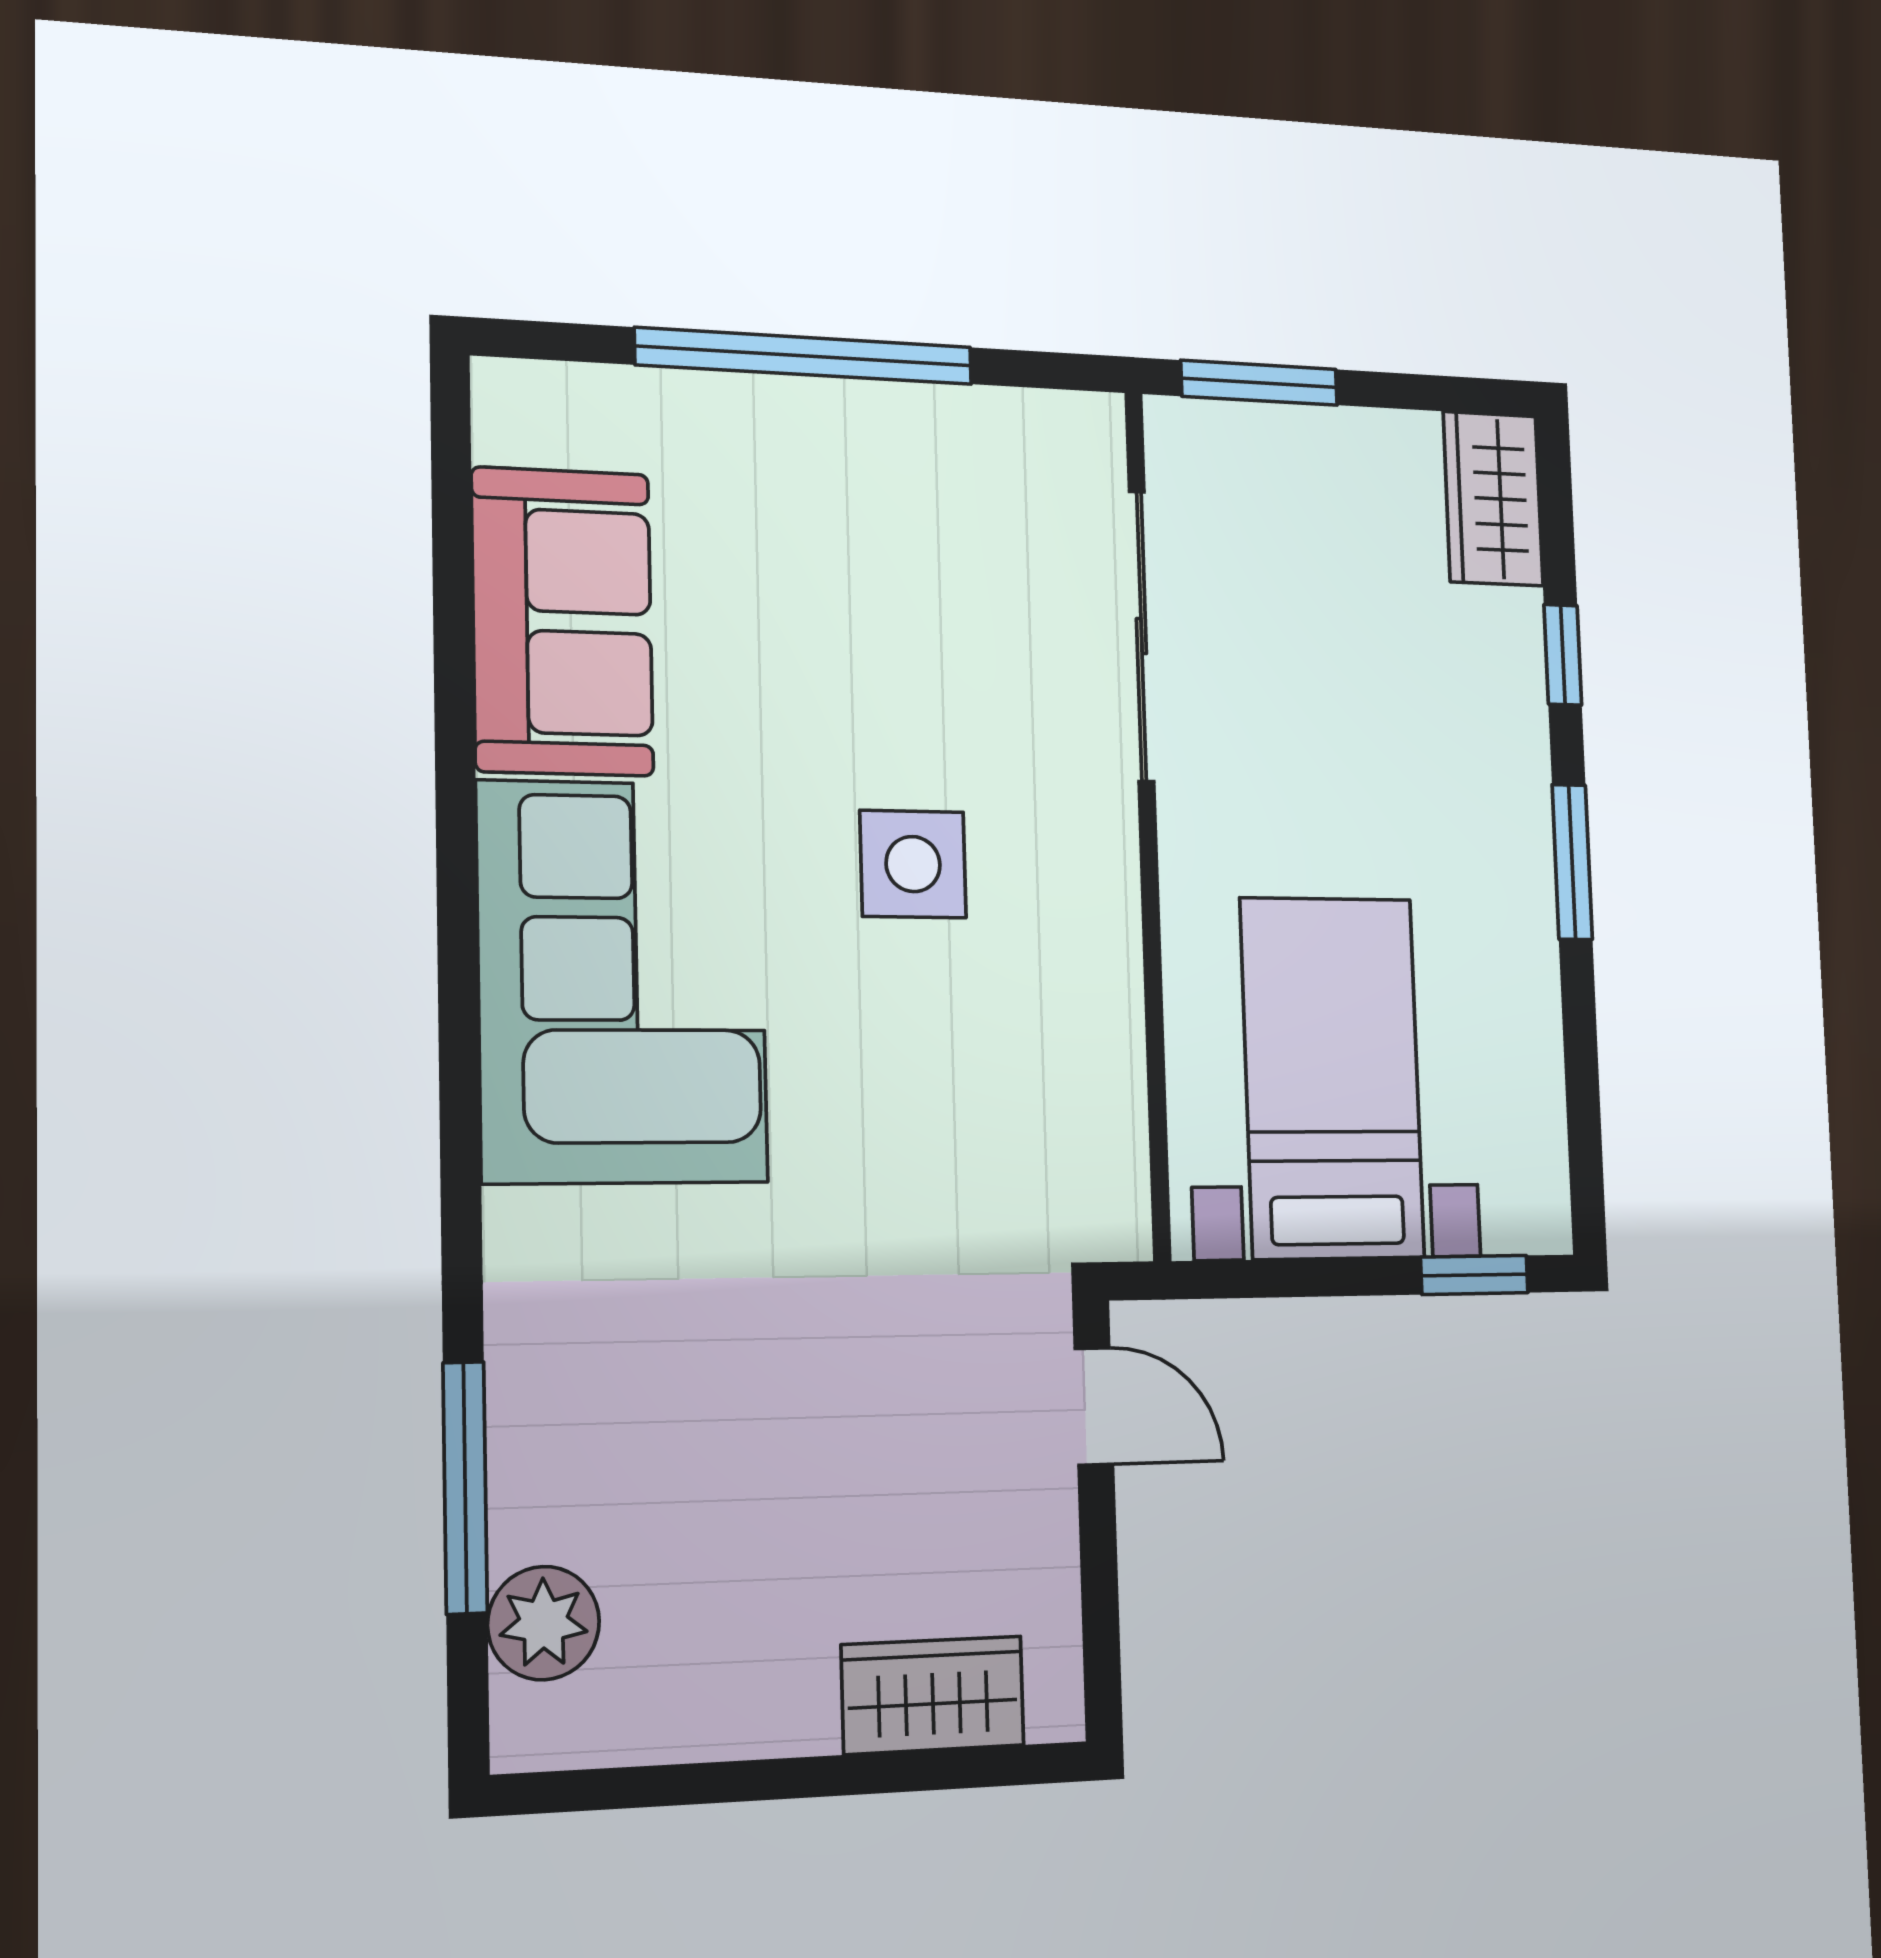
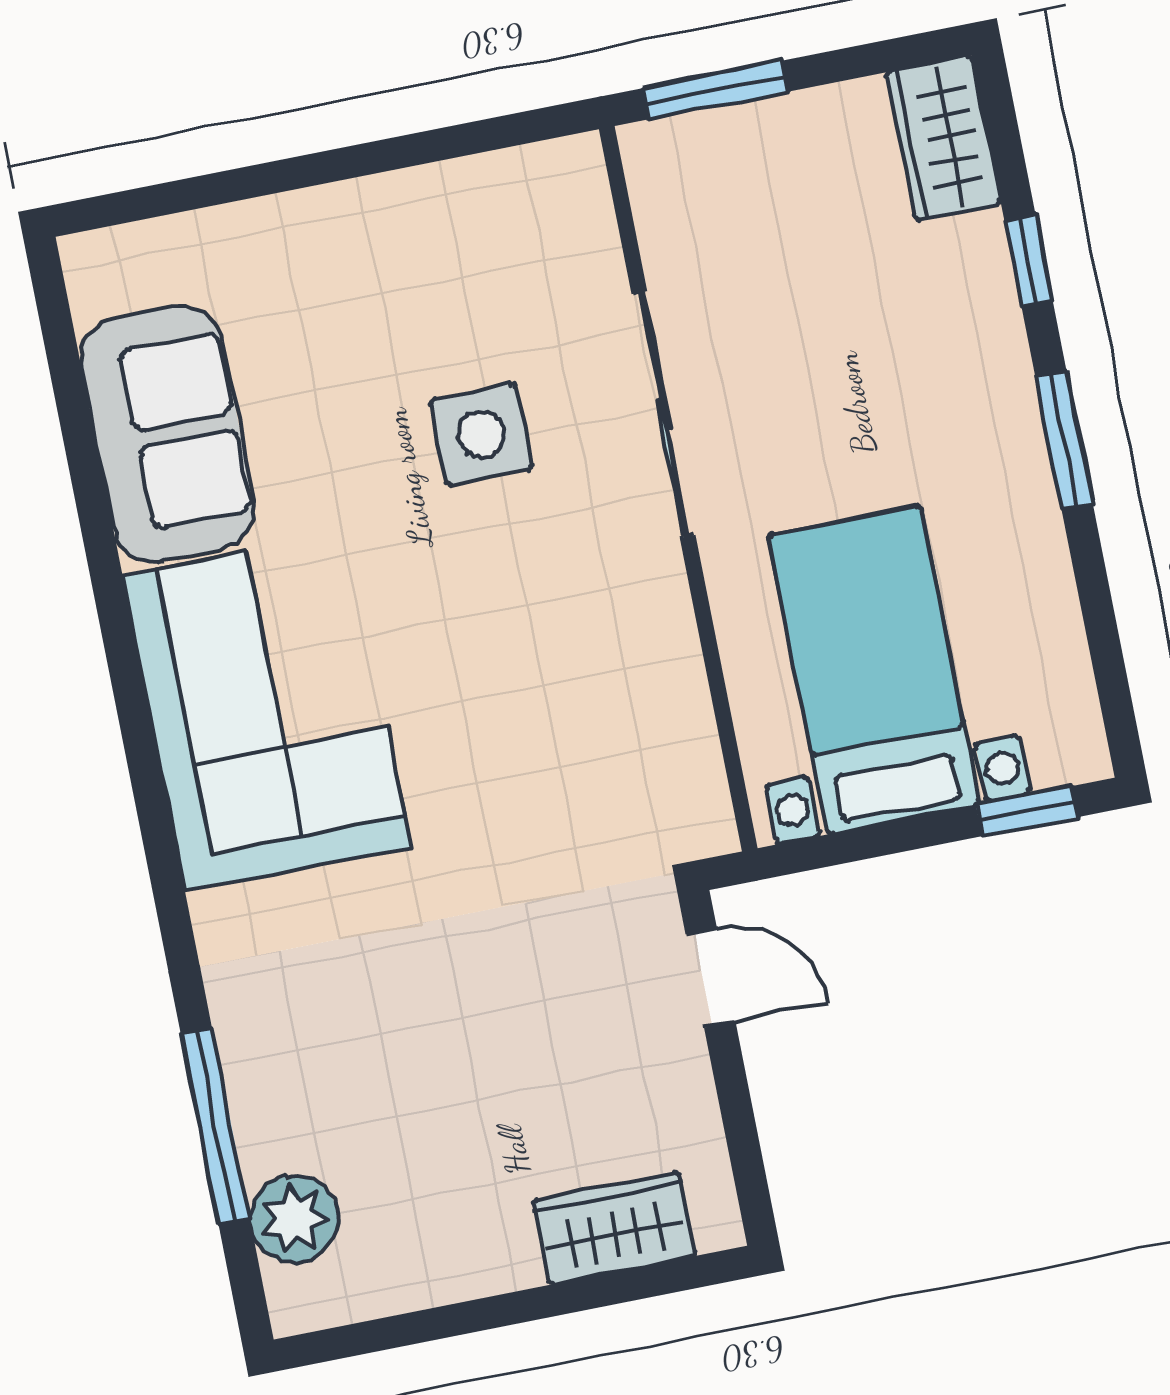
window: (805, 356) -> (324, 167), removed
sliding door: (1141, 636) -> (663, 414), moved
side table: (913, 864) -> (481, 434), moved

